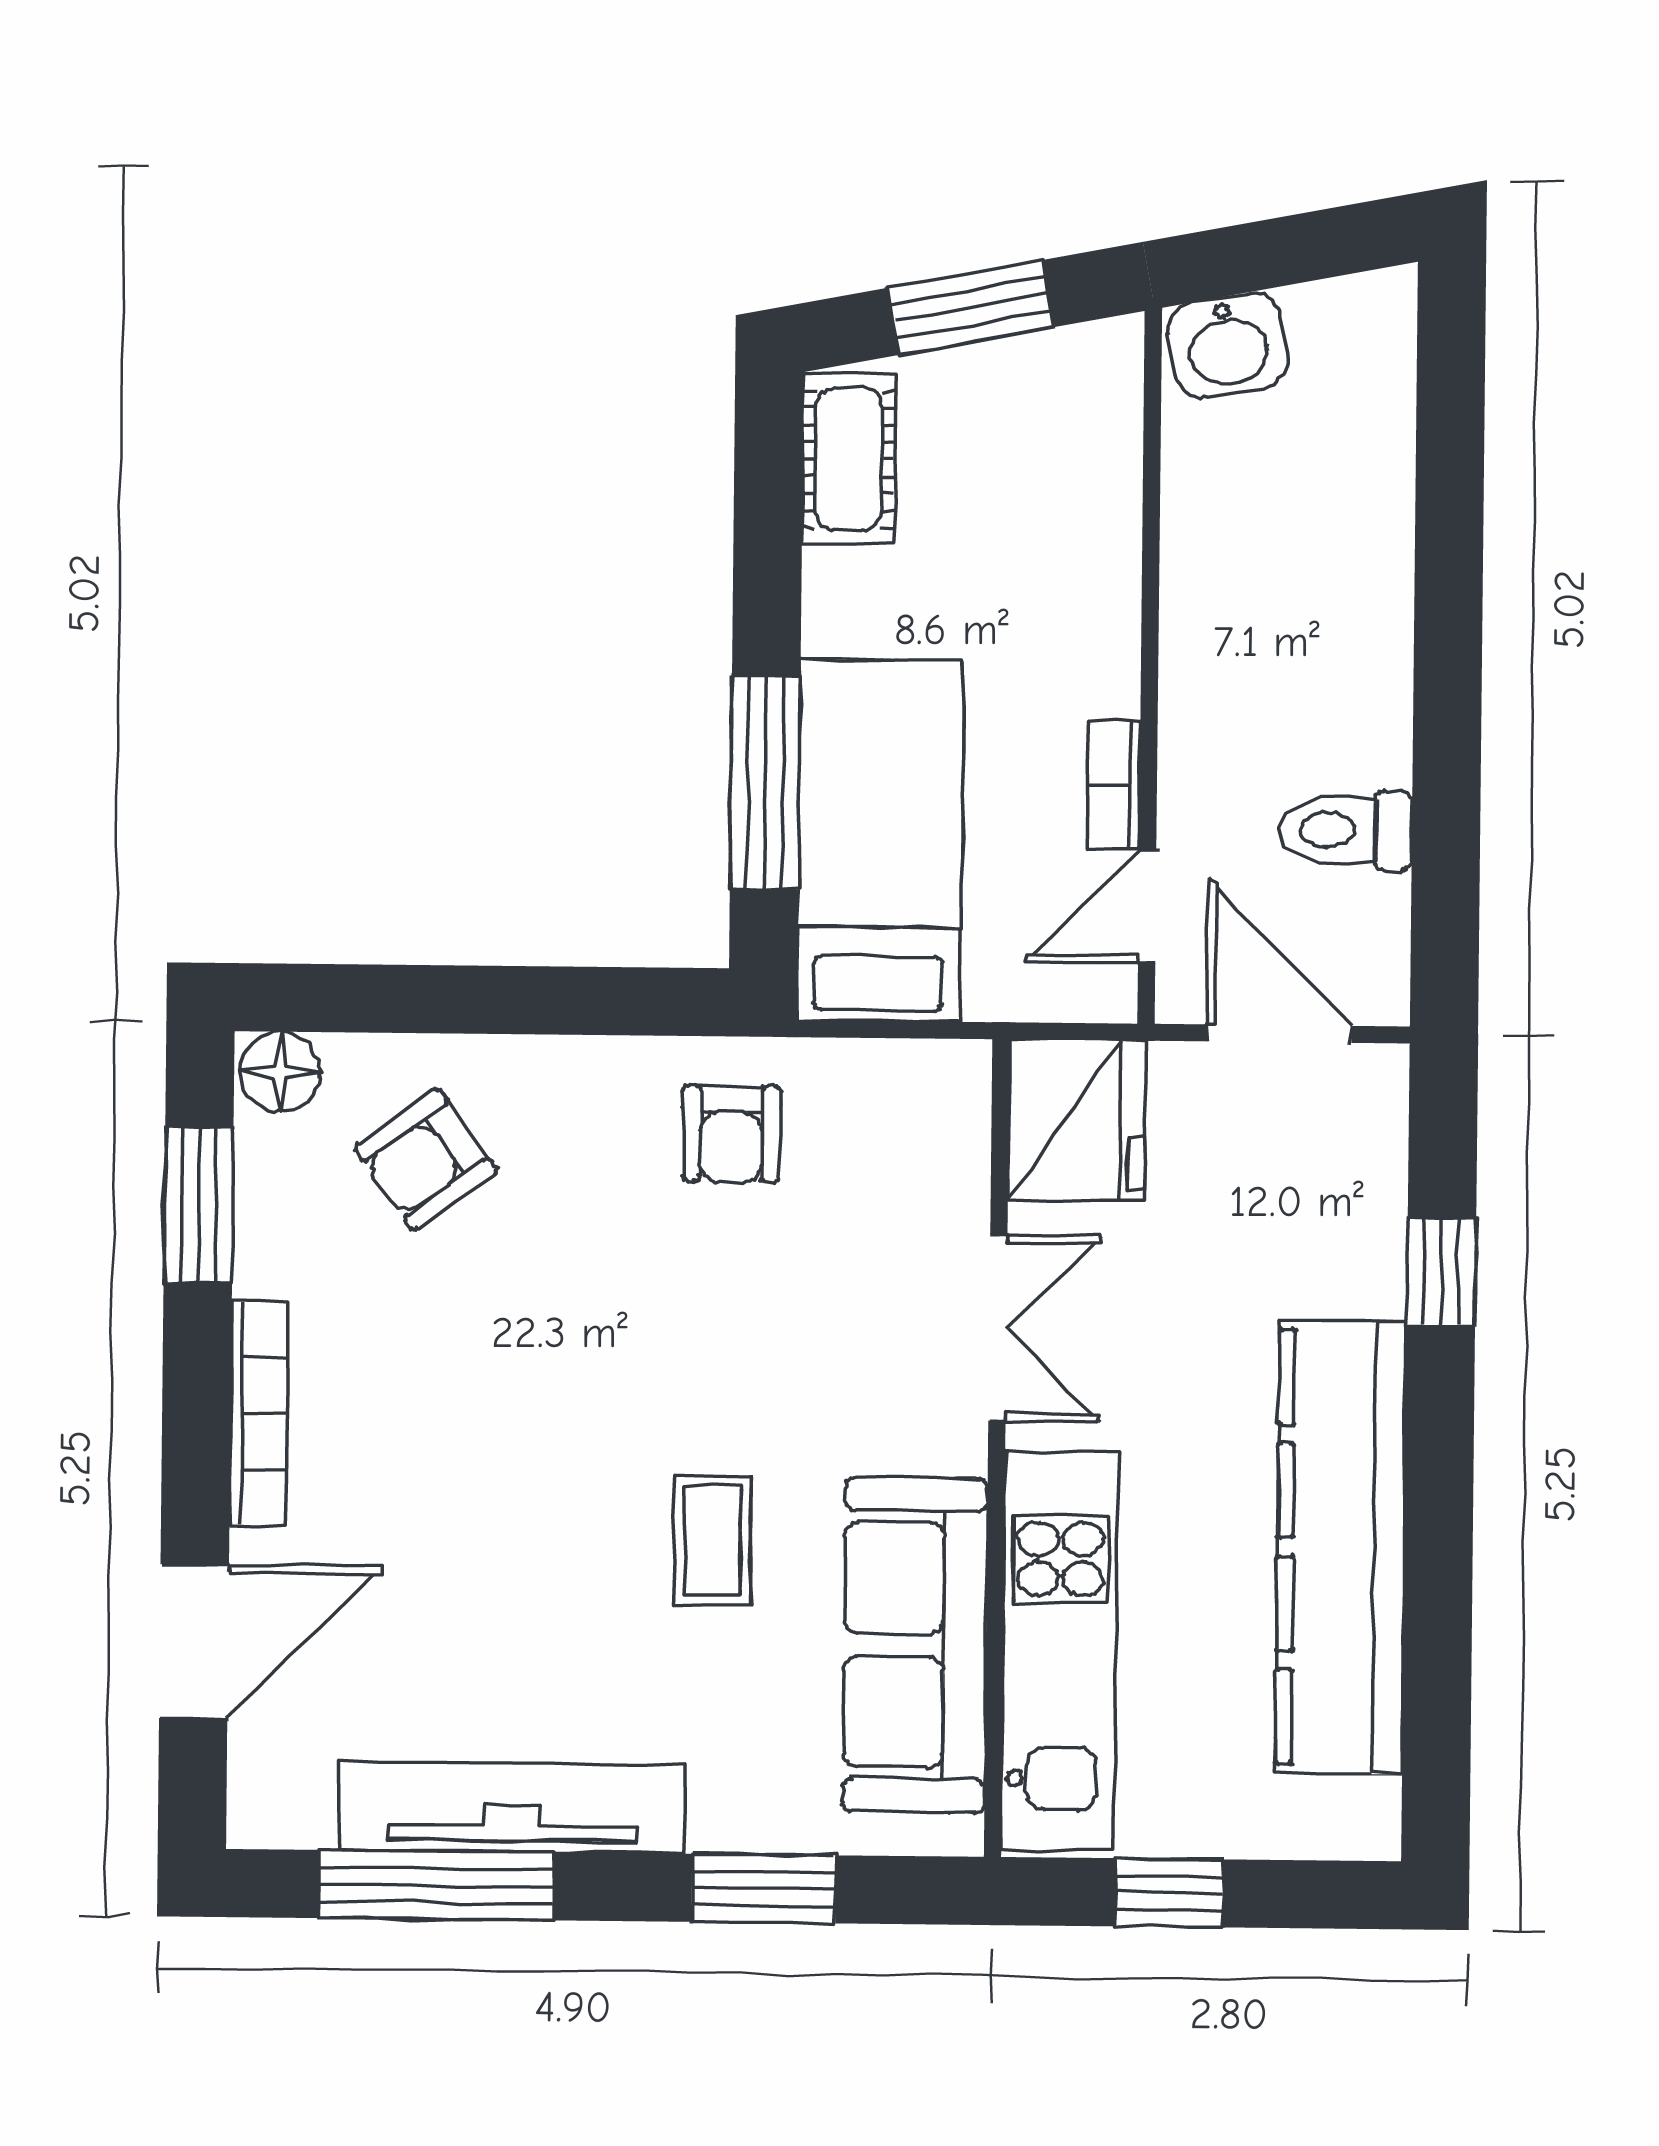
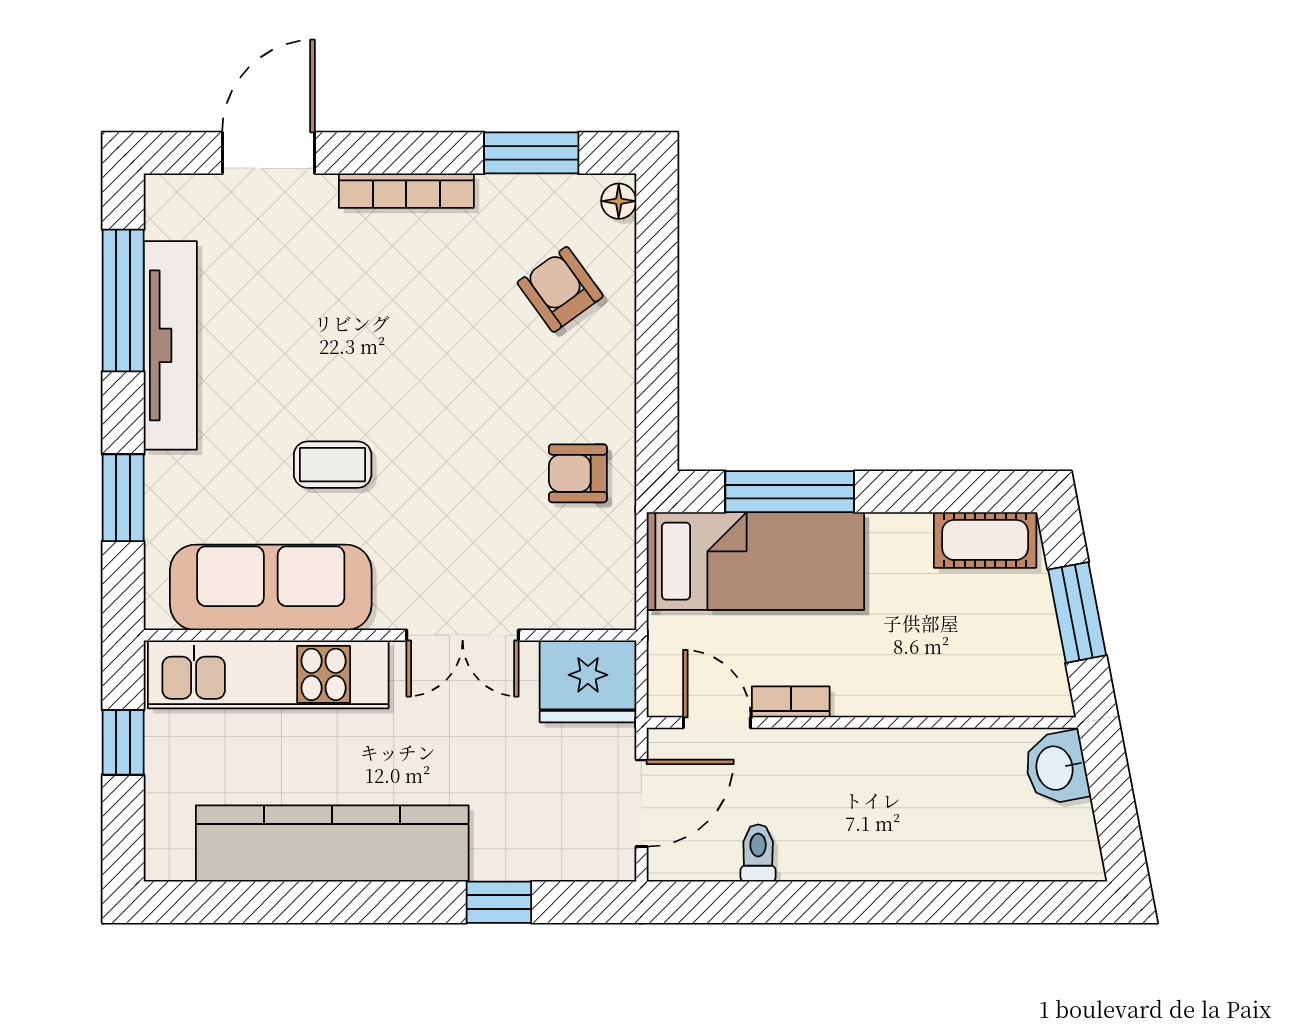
toilet: (1346, 830) -> (758, 853), width x0.73, depth x0.72
floor lamp: (280, 1072) -> (619, 201), width x0.73, depth x0.73
door: (194, 1641) -> (268, 153), swing flipped

